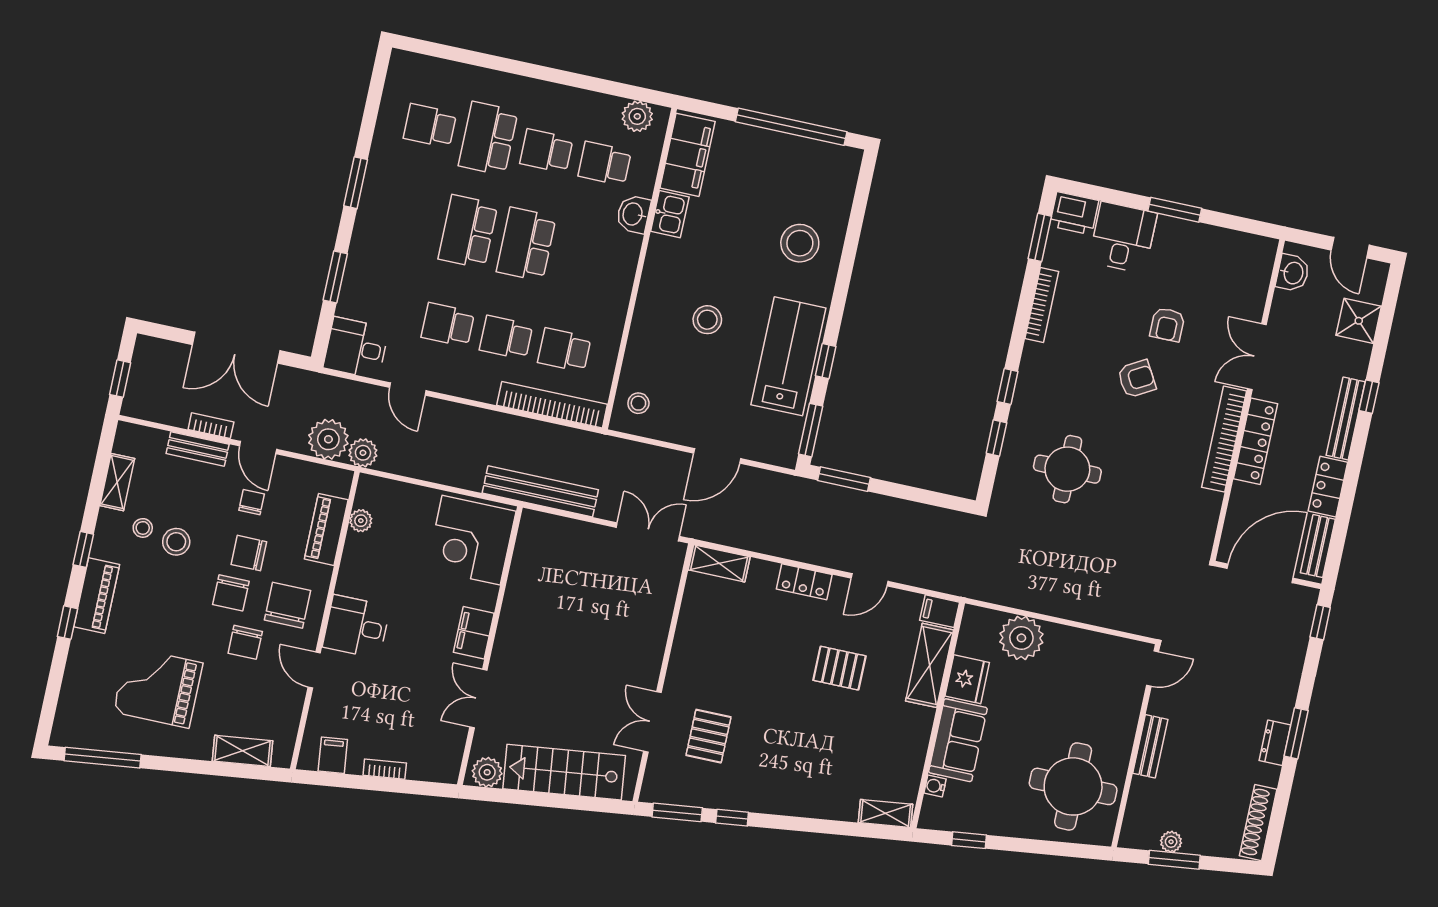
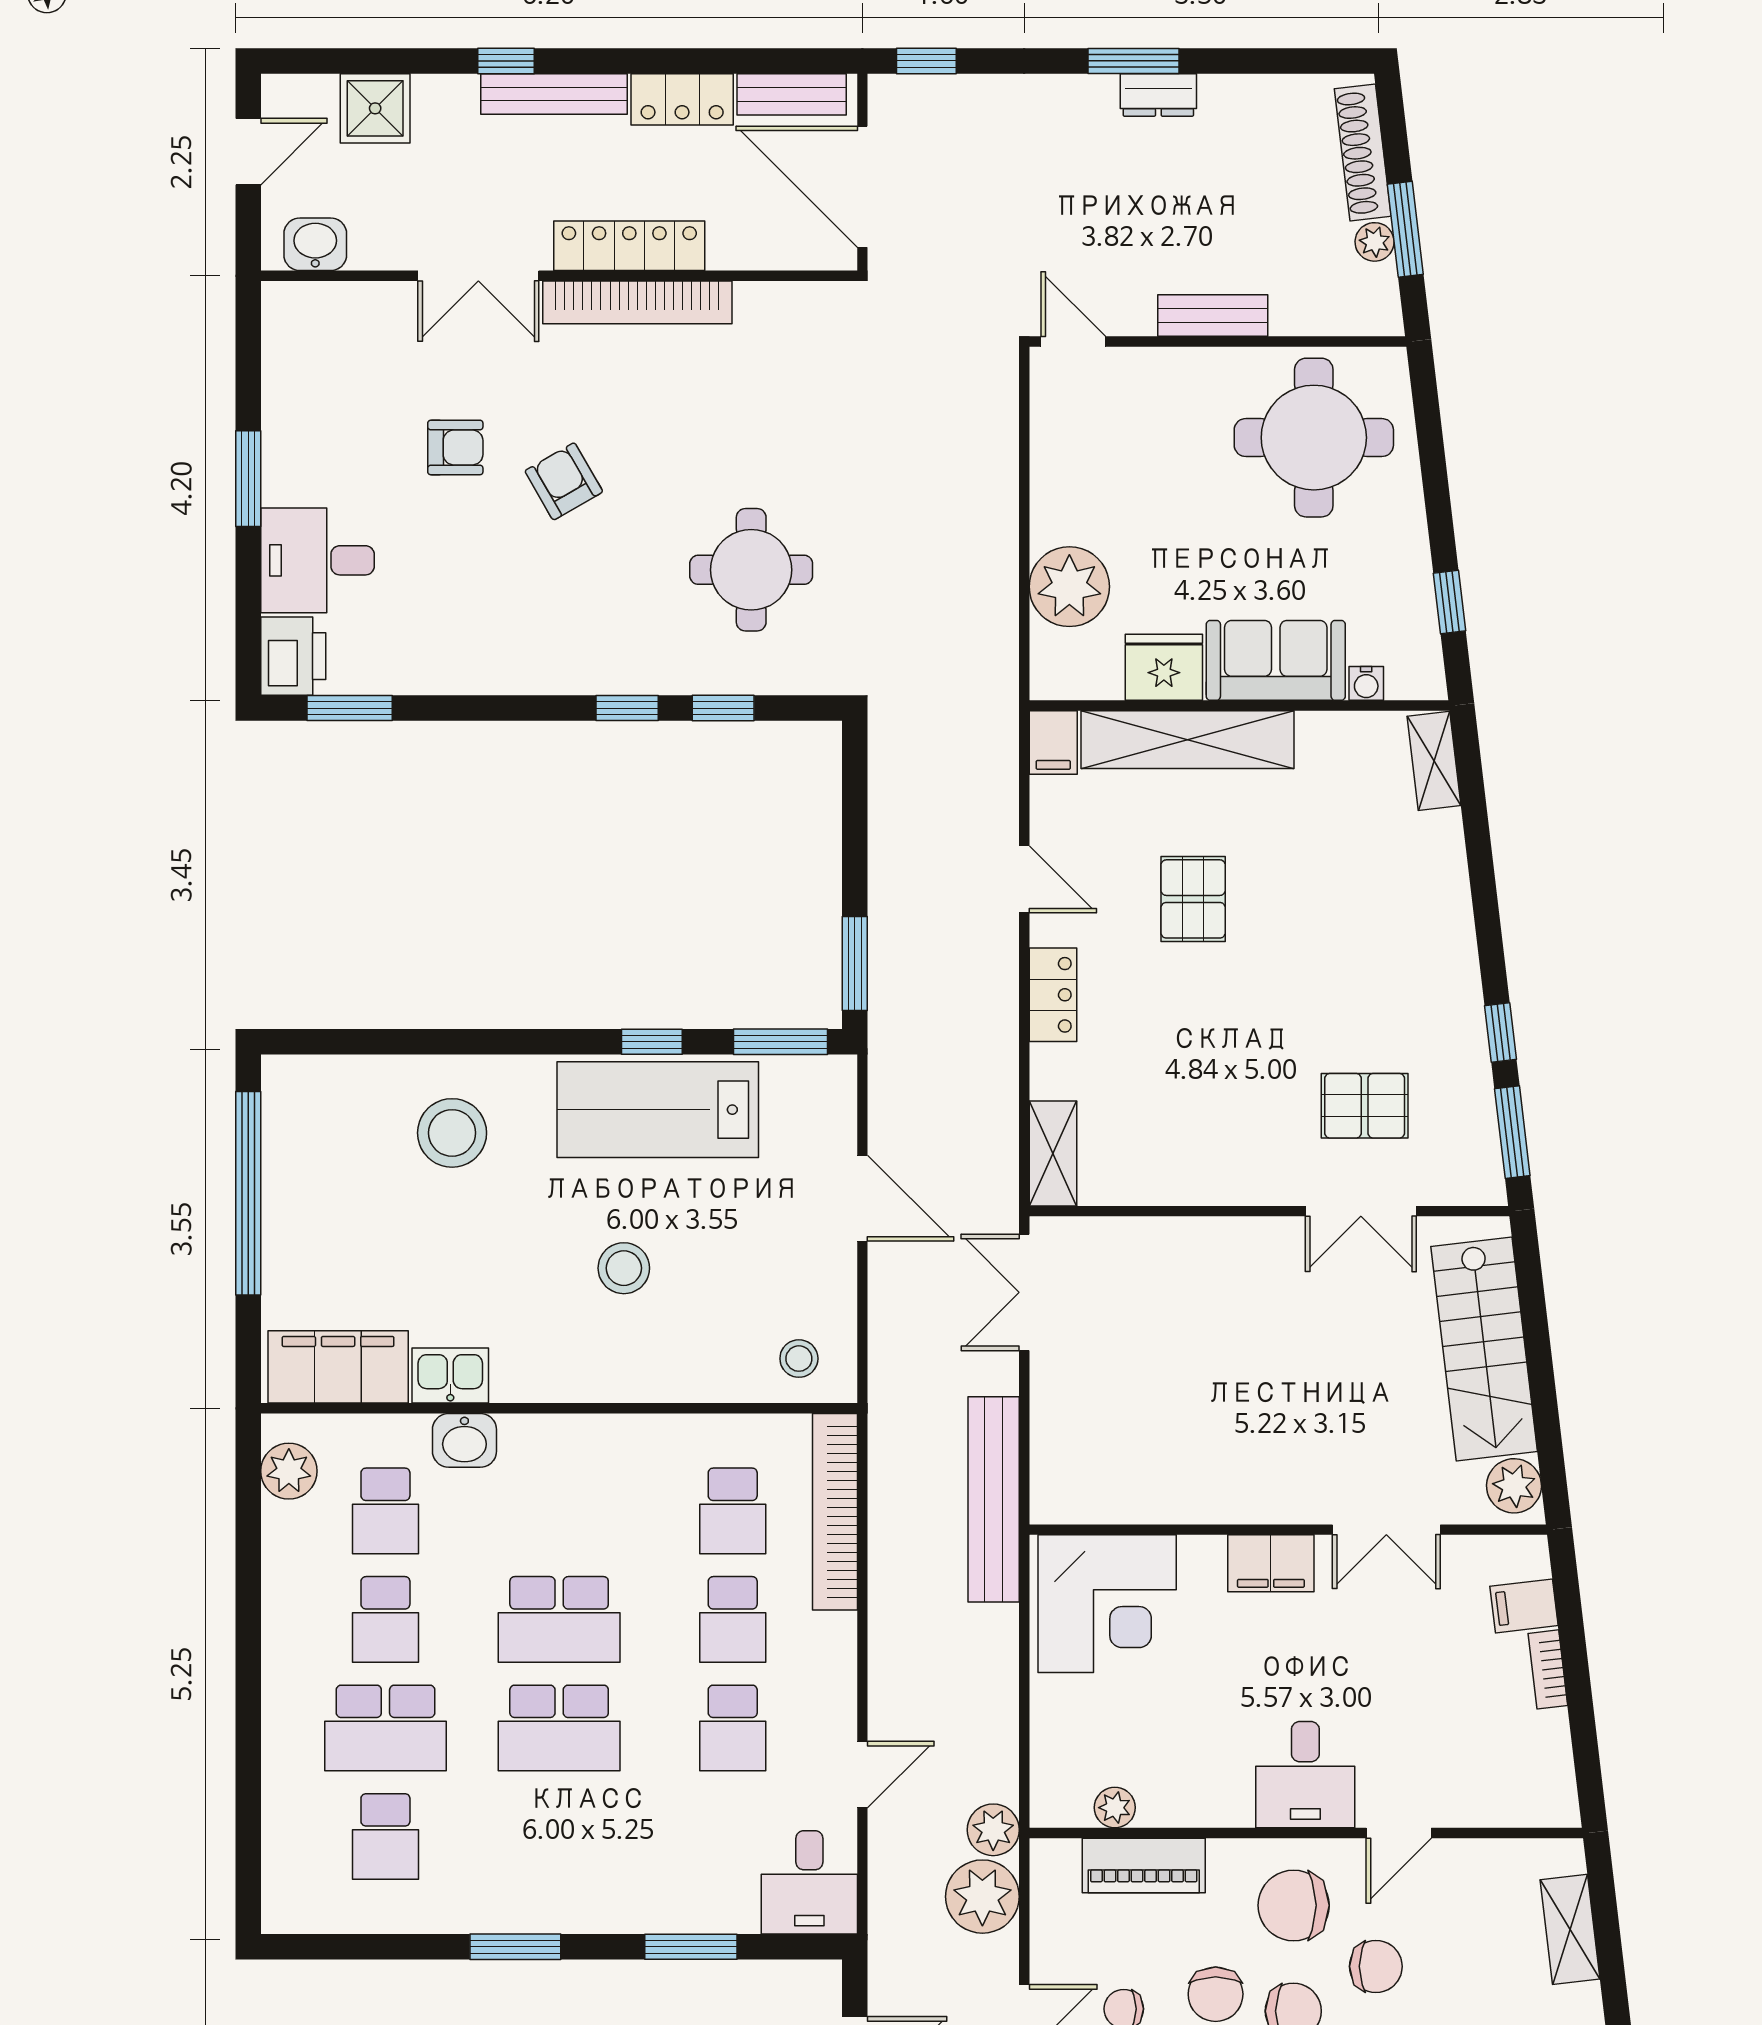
bookcase: (1042, 305) -> (469, 678), removed
shelving: (930, 665) -> (1188, 740), width x1.47
filing cabinet: (333, 755) -> (1524, 1606), moved
shoe rack: (1258, 823) -> (1363, 153), moved, turned 83

